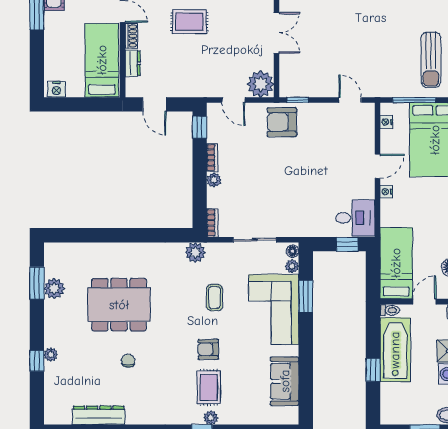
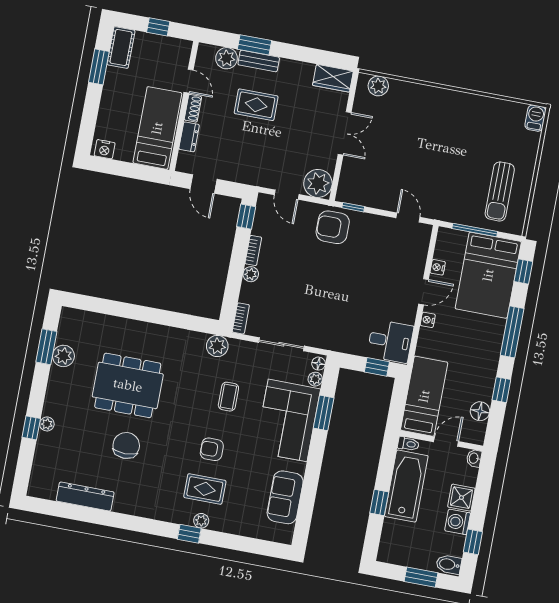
nightstand: (386, 122) -> (438, 267), moved
chair: (128, 361) -> (126, 445), width x1.87, depth x1.87
rug: (209, 387) -> (205, 489), turned 90

